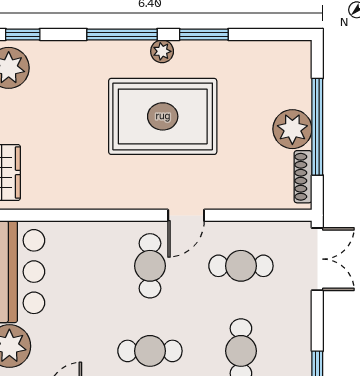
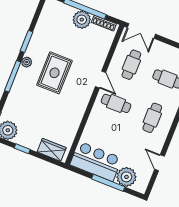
rug: (163, 116) -> (54, 73), width x0.73, depth x0.69
double door: (317, 259) -> (141, 31), swing flipped

